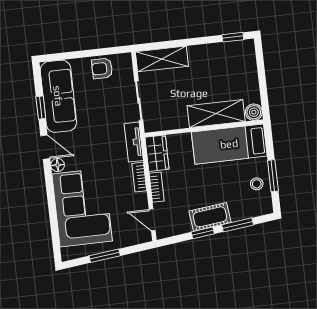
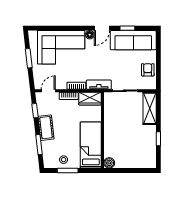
window: (233, 37) -> (158, 139), moved
shelving: (216, 114) -> (111, 139), removed
window: (203, 233) -> (35, 111), moved

